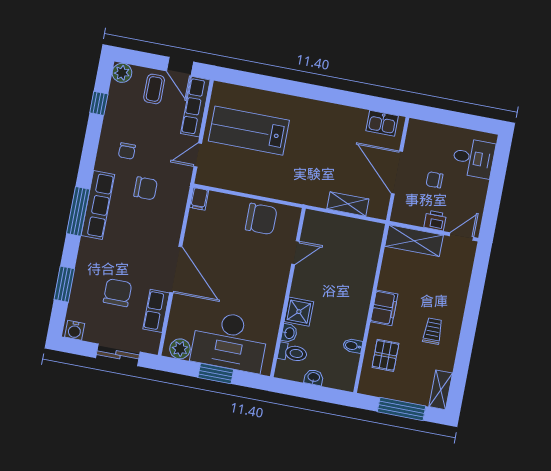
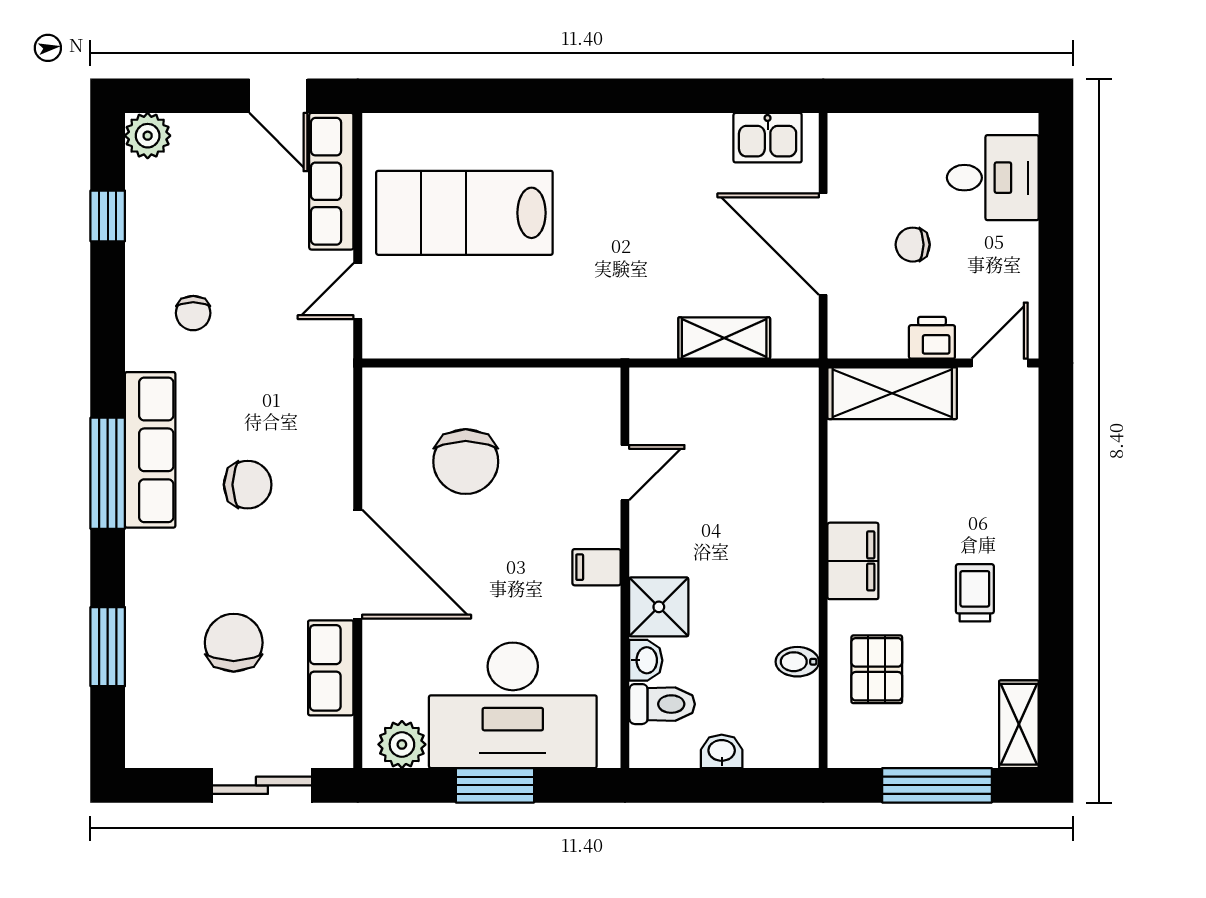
coffee table: (154, 89) -> (228, 159), removed
chair: (146, 188) -> (248, 485), moved
filing cabinet: (199, 199) -> (597, 567), moved, turned 90
chair: (261, 219) -> (466, 462), moved, turned 90
water cooler: (75, 330) -> (152, 748), removed

